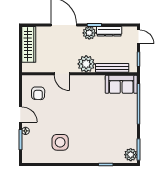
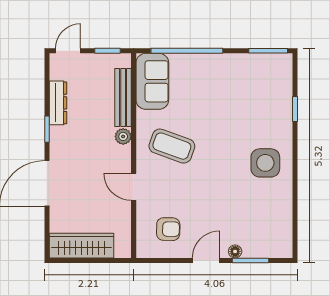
plant: (89, 33) -> (61, 138), removed
plant: (86, 64) -> (123, 136), width x0.53, depth x0.53
door: (62, 74) -> (134, 187), swing flipped
coffee table: (85, 95) -> (172, 146), added
side table: (60, 142) -> (265, 163), moved
plant: (131, 155) -> (277, 65), removed

